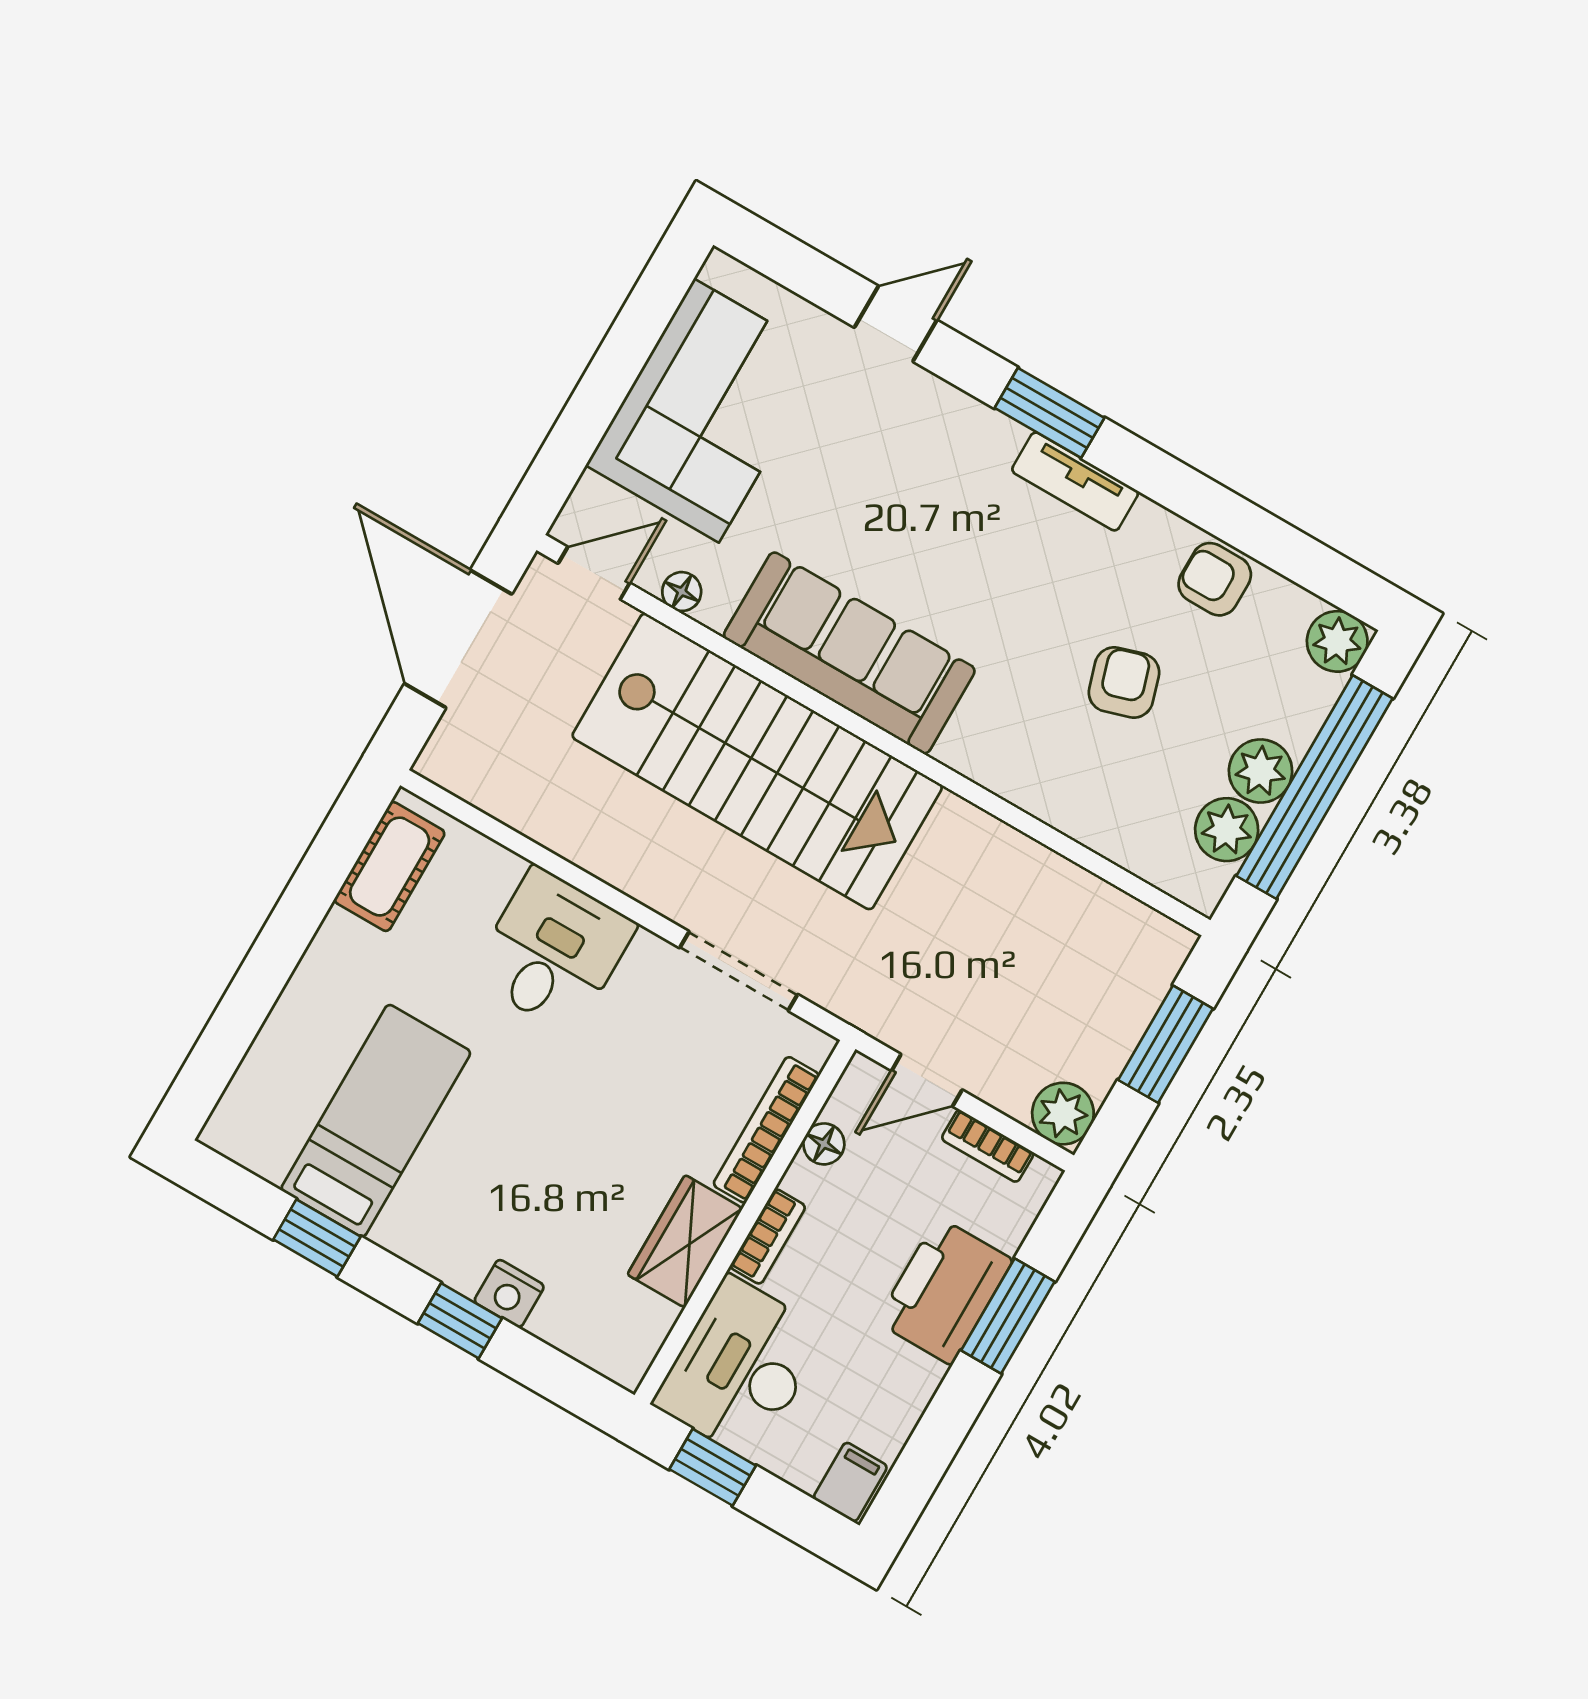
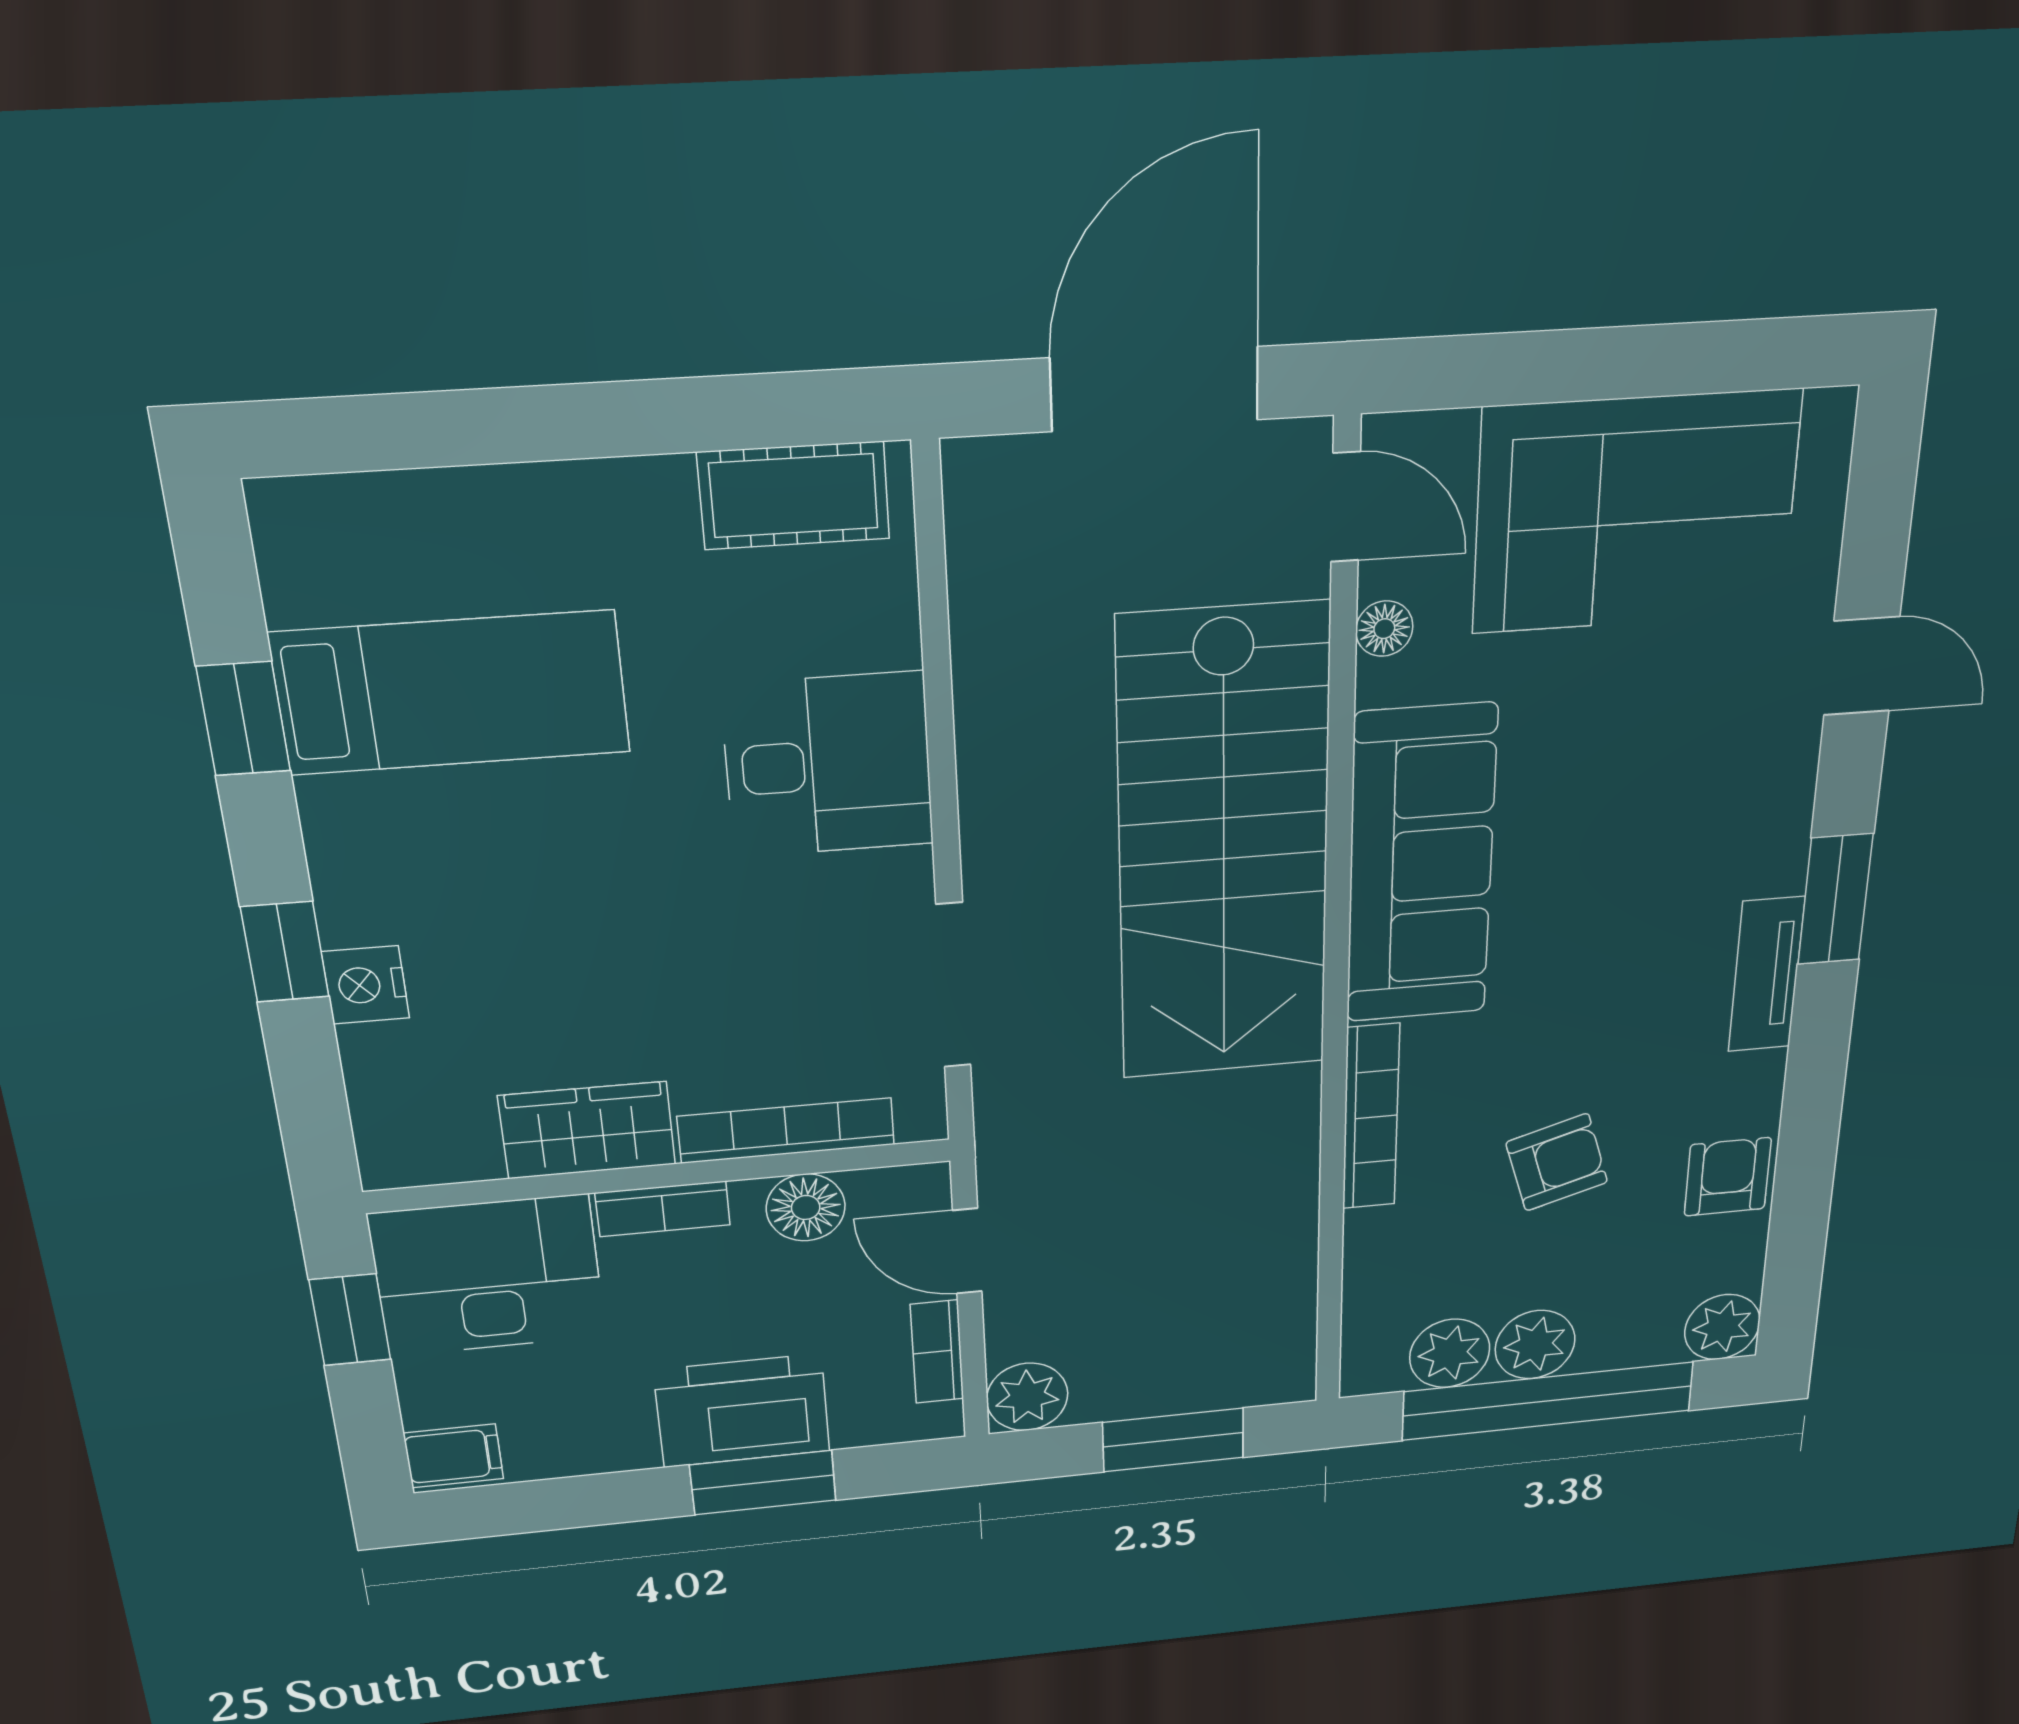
bookcase: (1006, 780) -> (1371, 1117), added
floor lamp: (824, 1144) -> (806, 1207), width x1.37, depth x1.37

